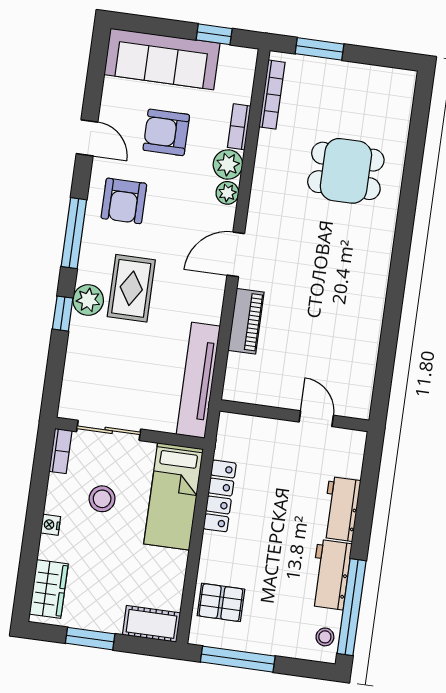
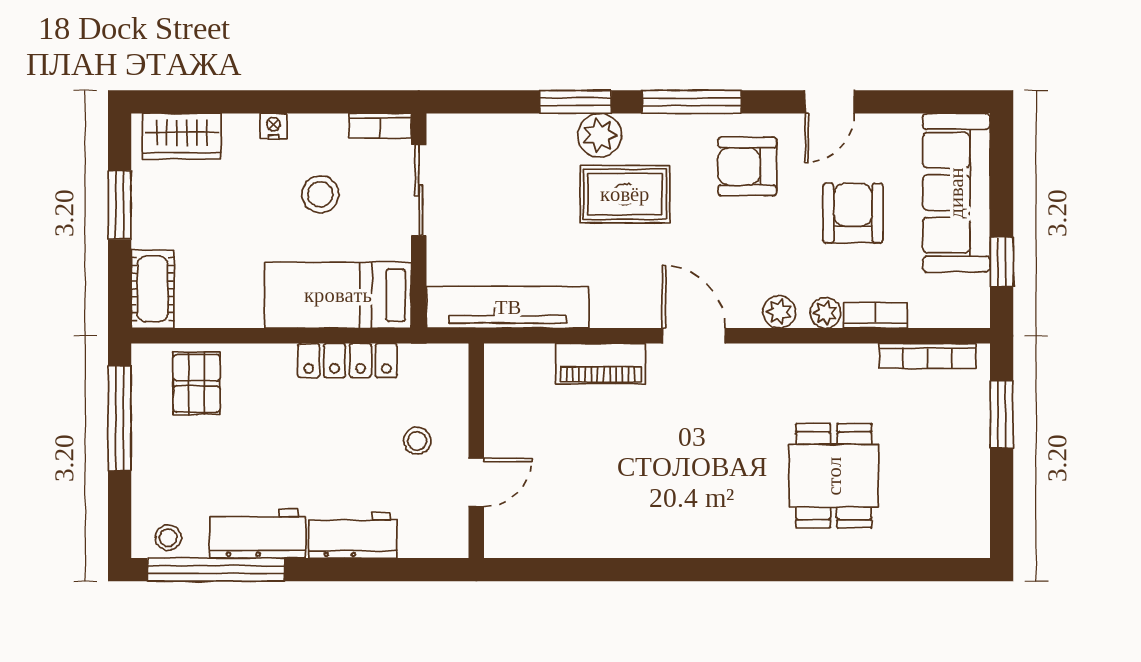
plant: (228, 164) -> (825, 313), width x0.73, depth x0.73
window: (63, 314) -> (575, 102), width x1.50
stool: (282, 456) -> (417, 441), added

